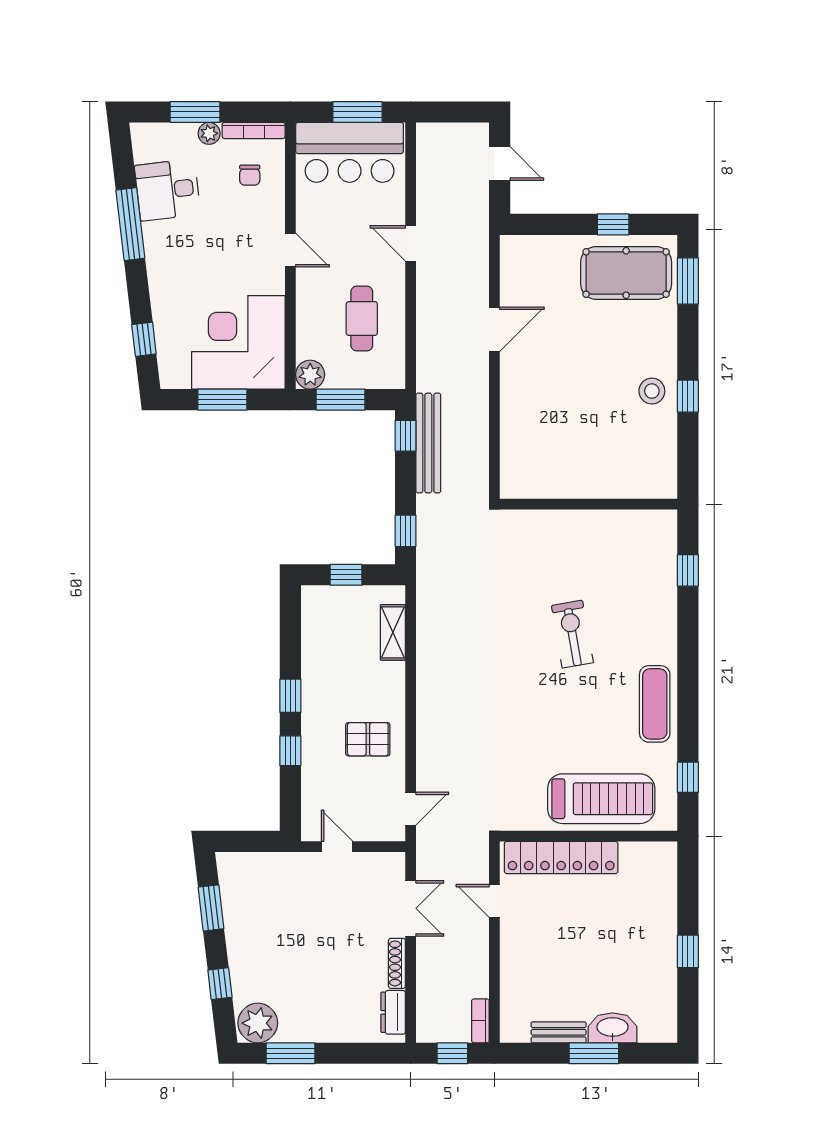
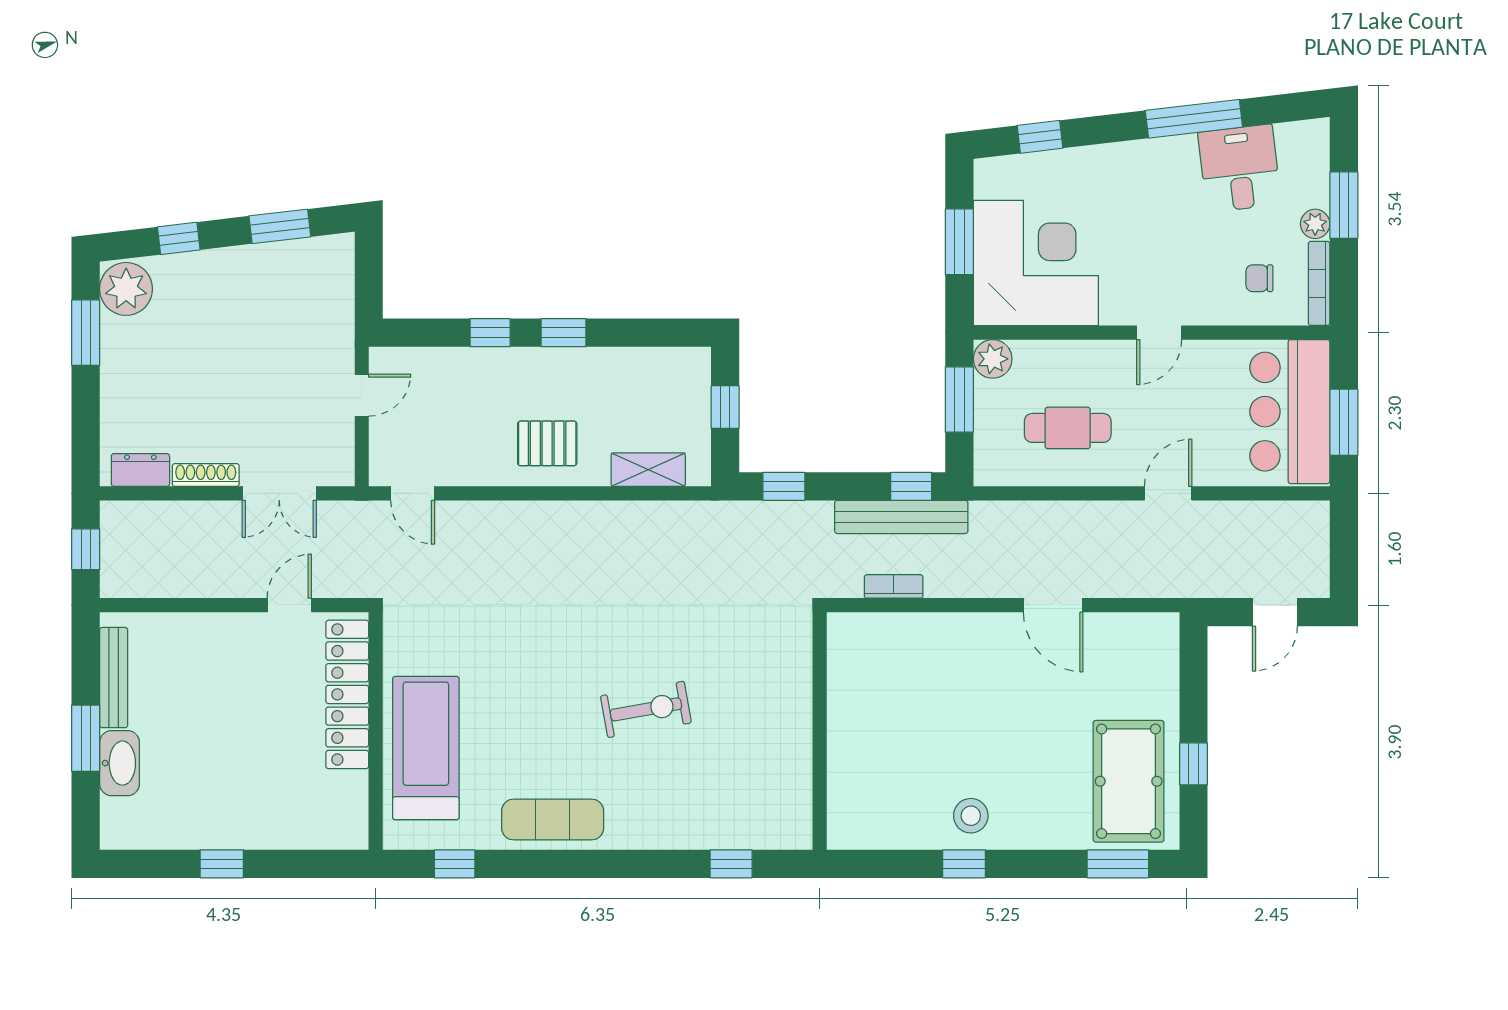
pallet: (368, 739) -> (547, 443), moved, turned 90
treadmill: (601, 799) -> (426, 748), turned 180
bookcase: (480, 1021) -> (894, 586), moved
bench: (559, 1032) -> (114, 678), width x1.36

